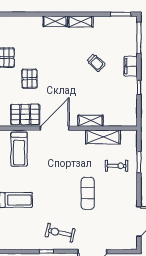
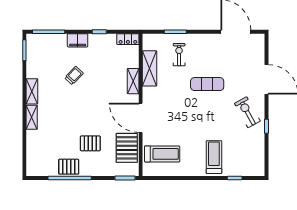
locker: (132, 116) -> (128, 39), added
exercise bike: (60, 233) -> (247, 112), turned 139

